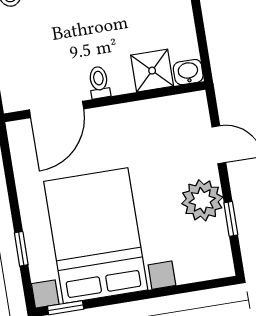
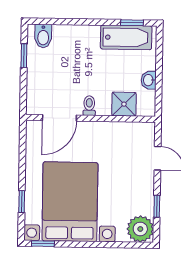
washbasin: (188, 72) -> (149, 80), moved, turned -90
plant: (202, 200) -> (140, 229), moved

